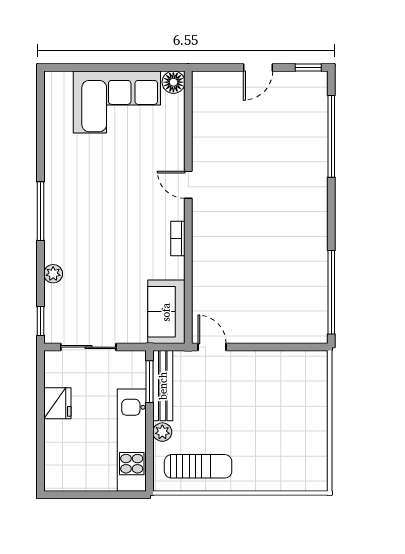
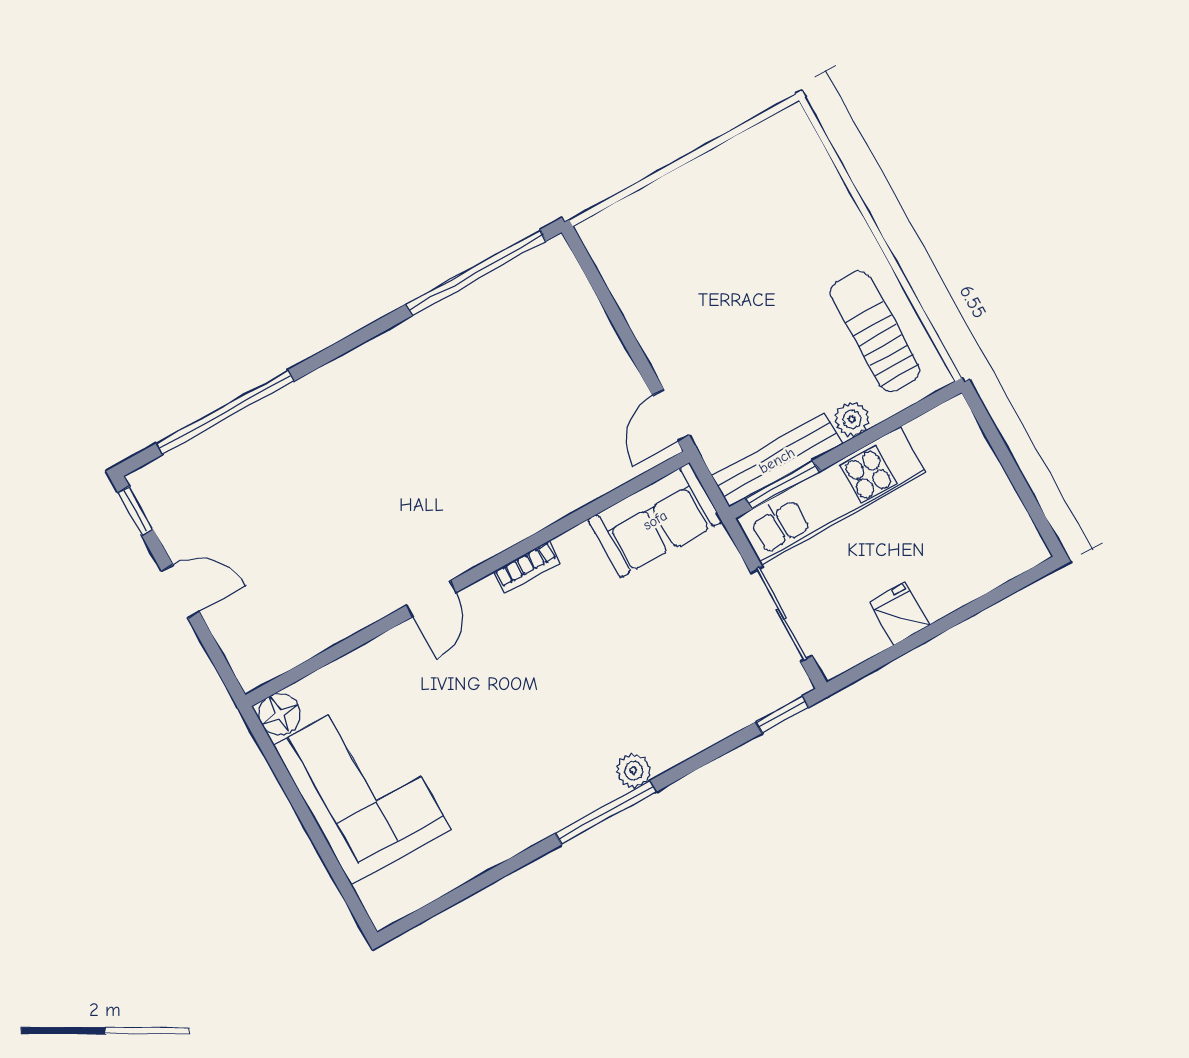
plant: (53, 274) -> (633, 770), moved
fridge: (57, 403) -> (900, 614), width x0.72
kitchen unit: (132, 440) -> (830, 496), moved

